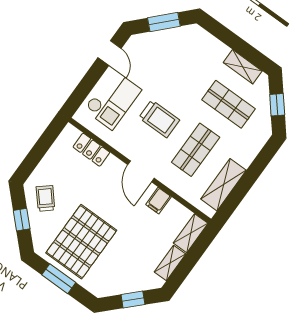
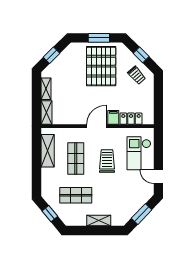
shelving: (243, 67) -> (99, 221), moved
trolley: (159, 119) -> (107, 161), turned 90
door: (141, 171) -> (96, 126), hinge flipped
filing cabinet: (158, 201) -> (113, 117), moved

